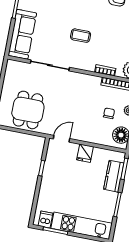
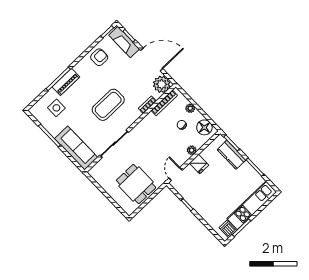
coffee table: (81, 36) -> (108, 105), width x1.86, depth x1.72
plant: (93, 138) -> (192, 150), added

